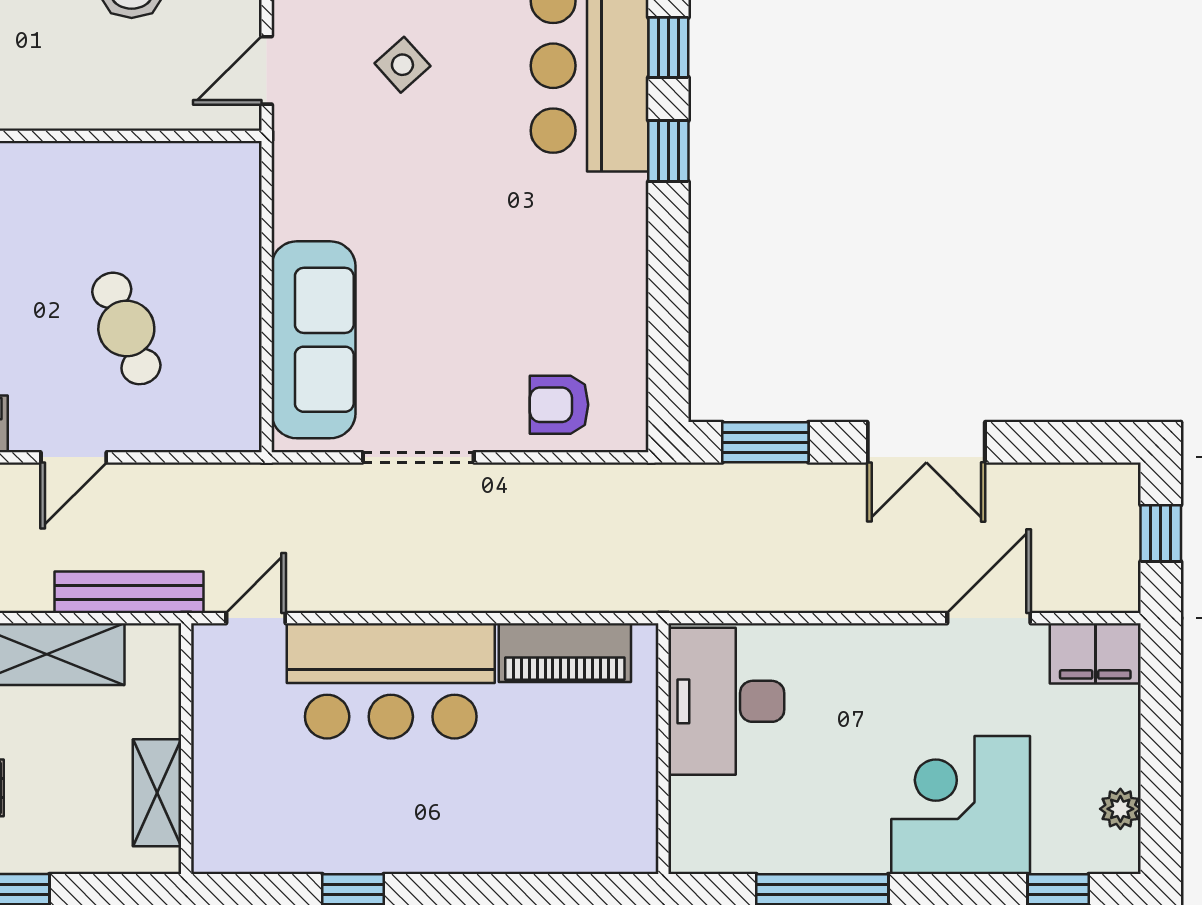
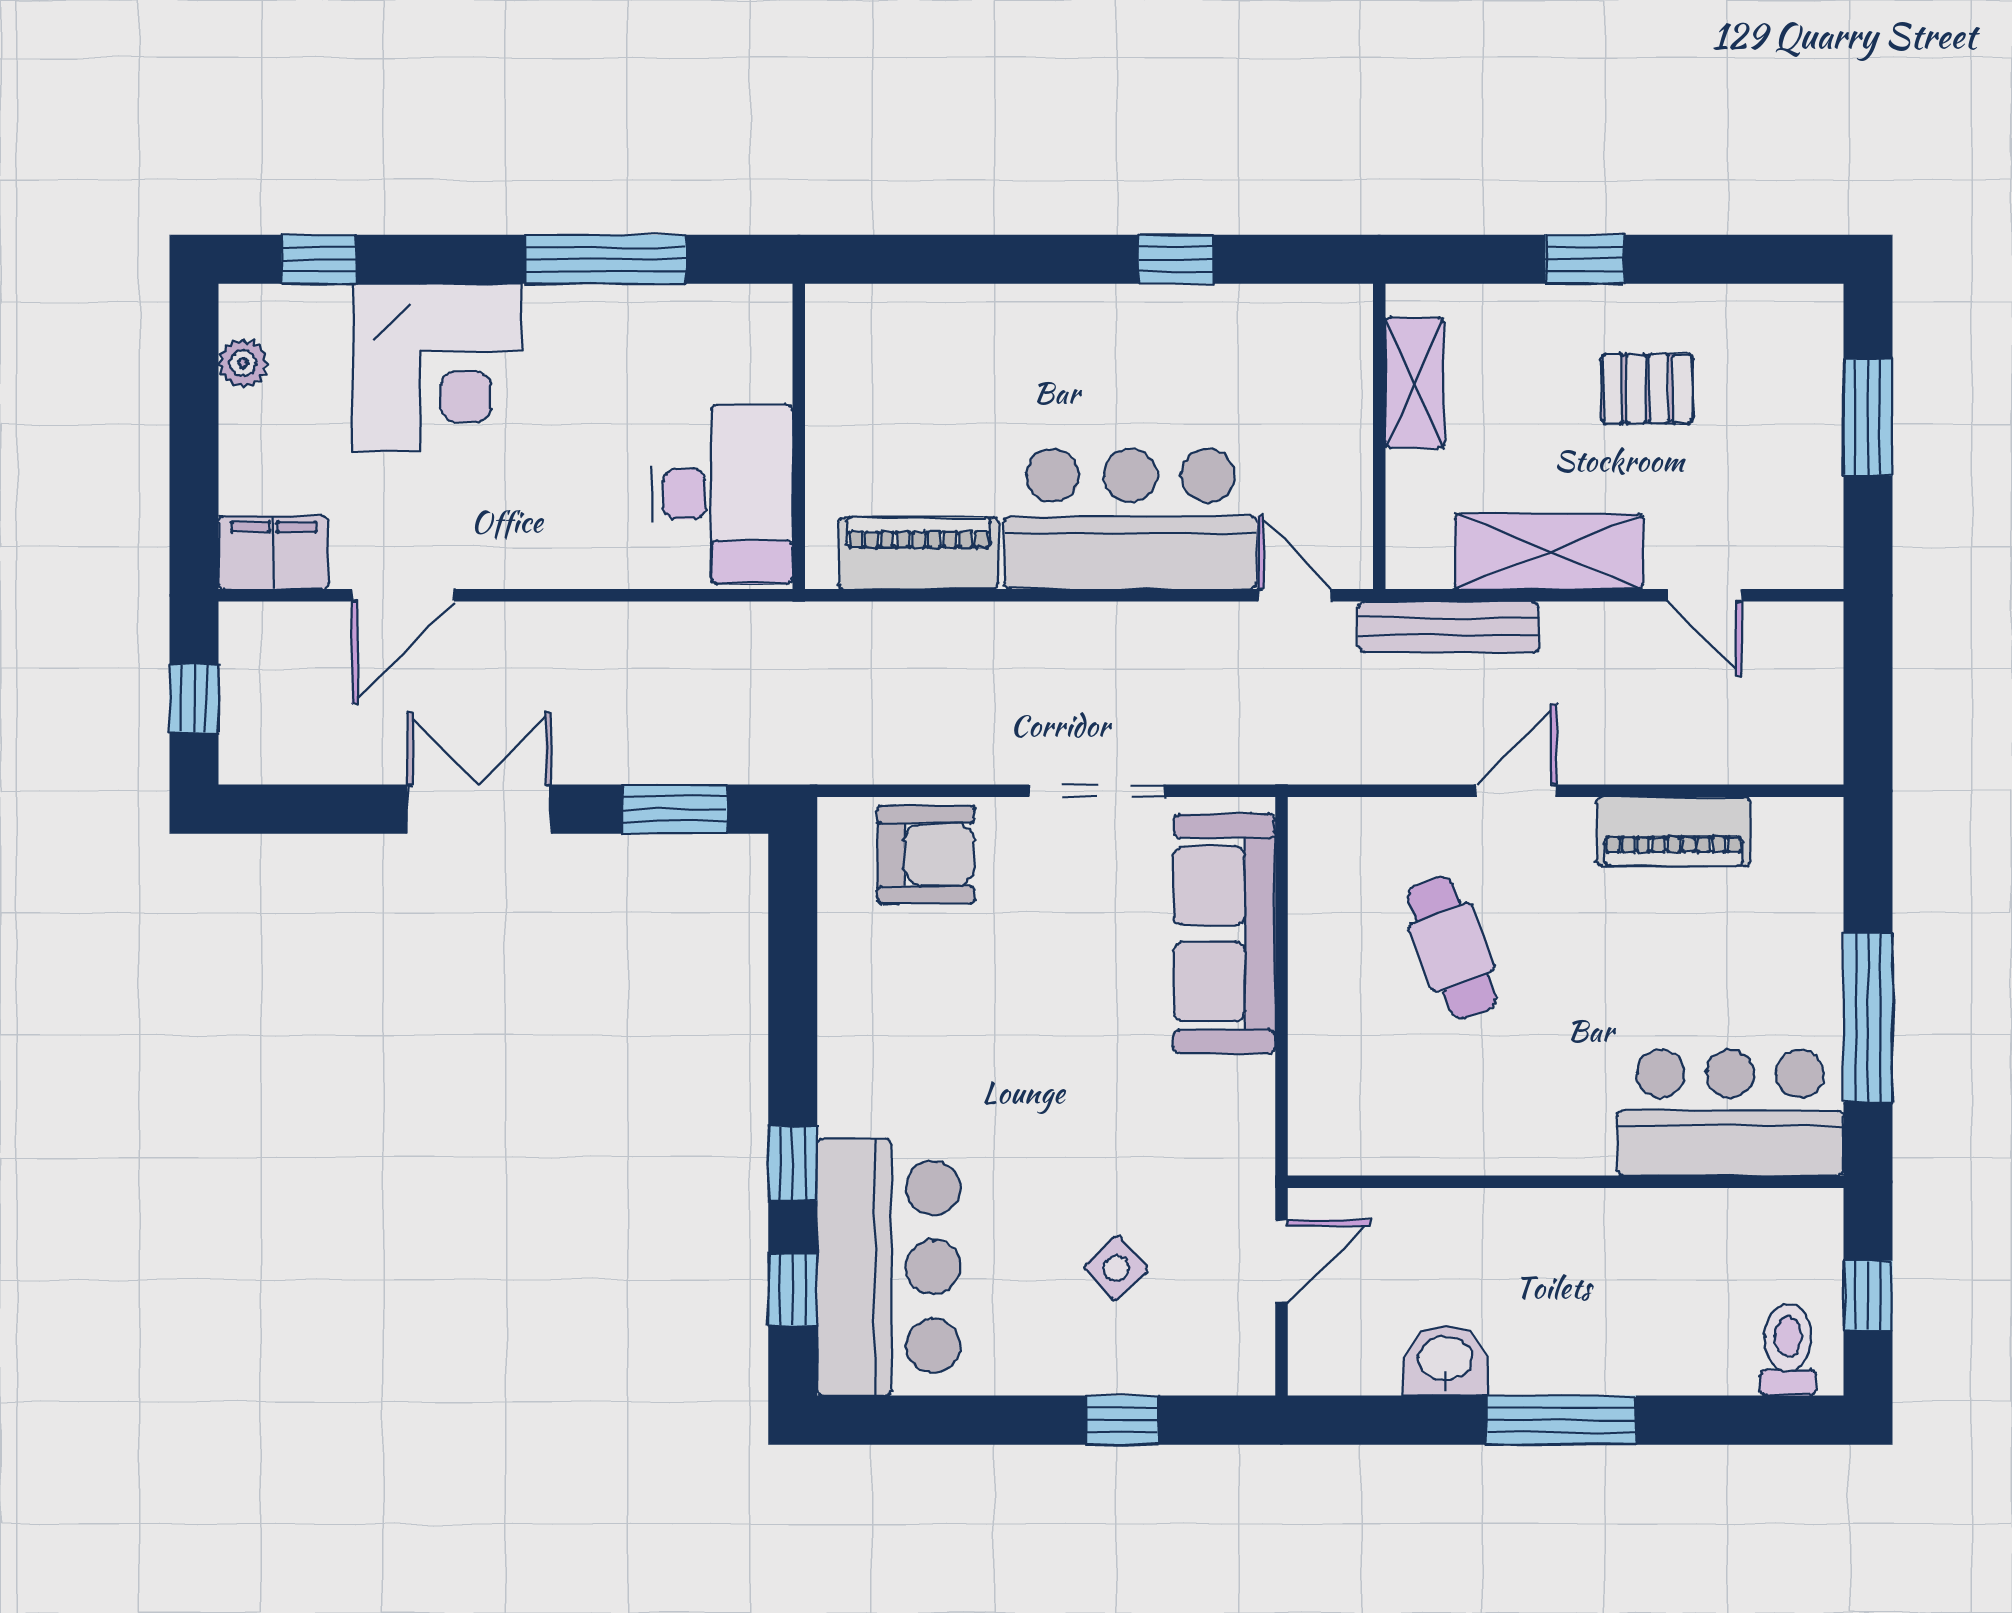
armchair: (559, 405) -> (926, 855), width x1.38, depth x1.38
door: (256, 618) -> (1295, 595), swing flipped

